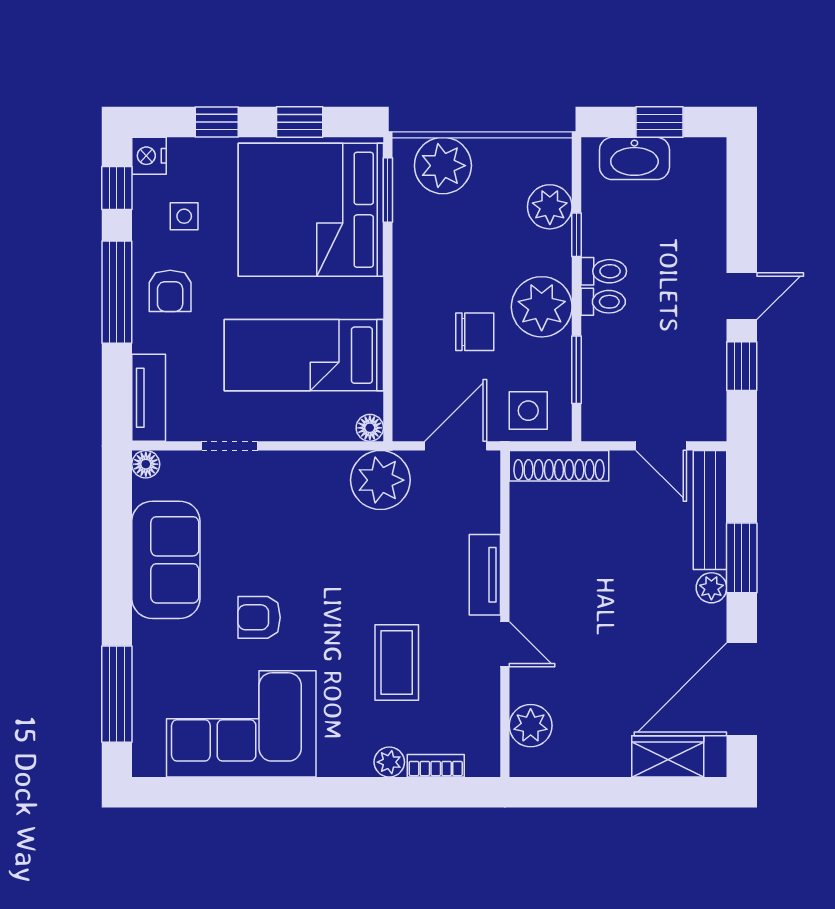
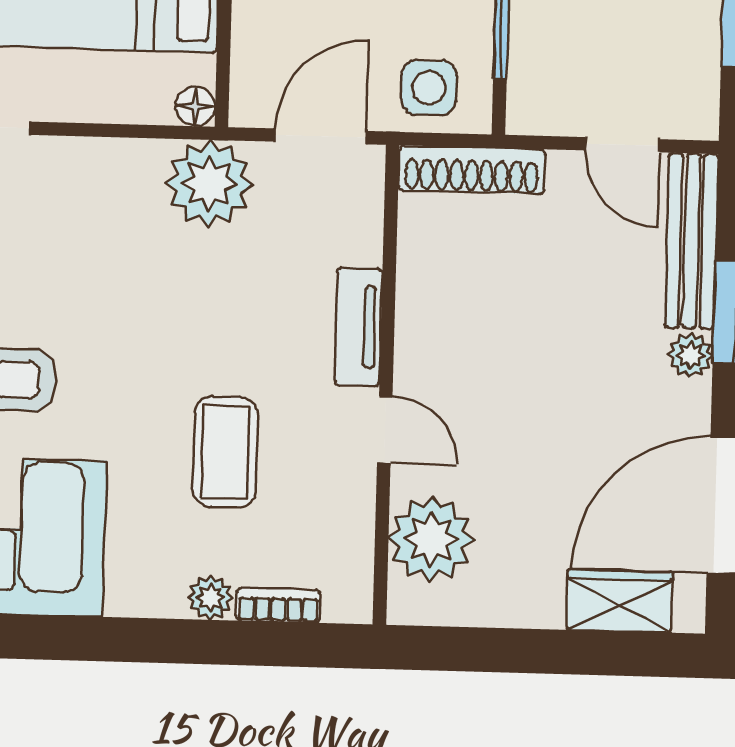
plant: (531, 726) -> (431, 539), width x1.36, depth x1.36

